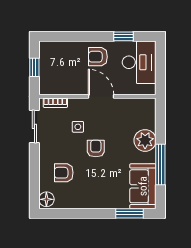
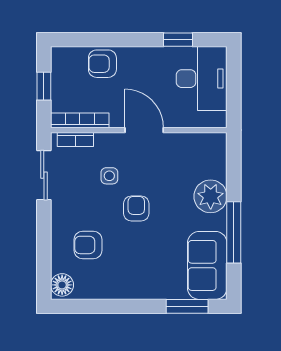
armchair: (98, 57) -> (102, 64), moved
bookcase: (58, 90) -> (80, 120), added

